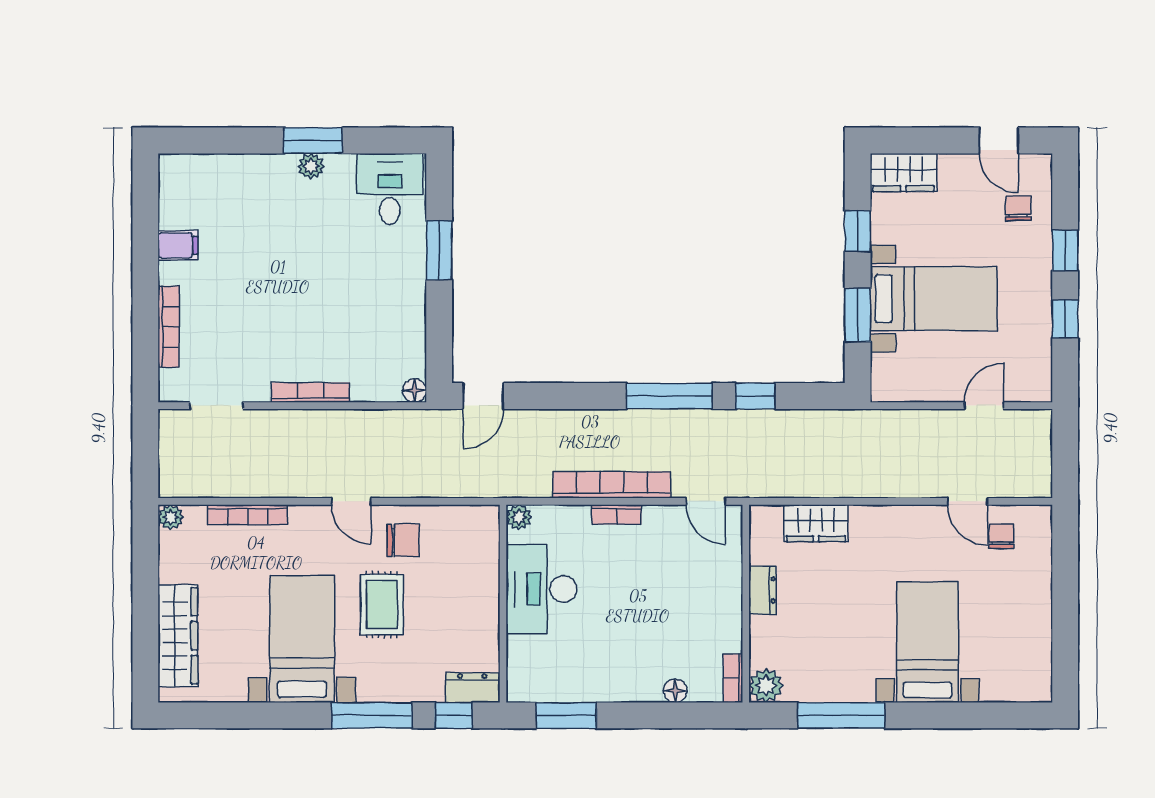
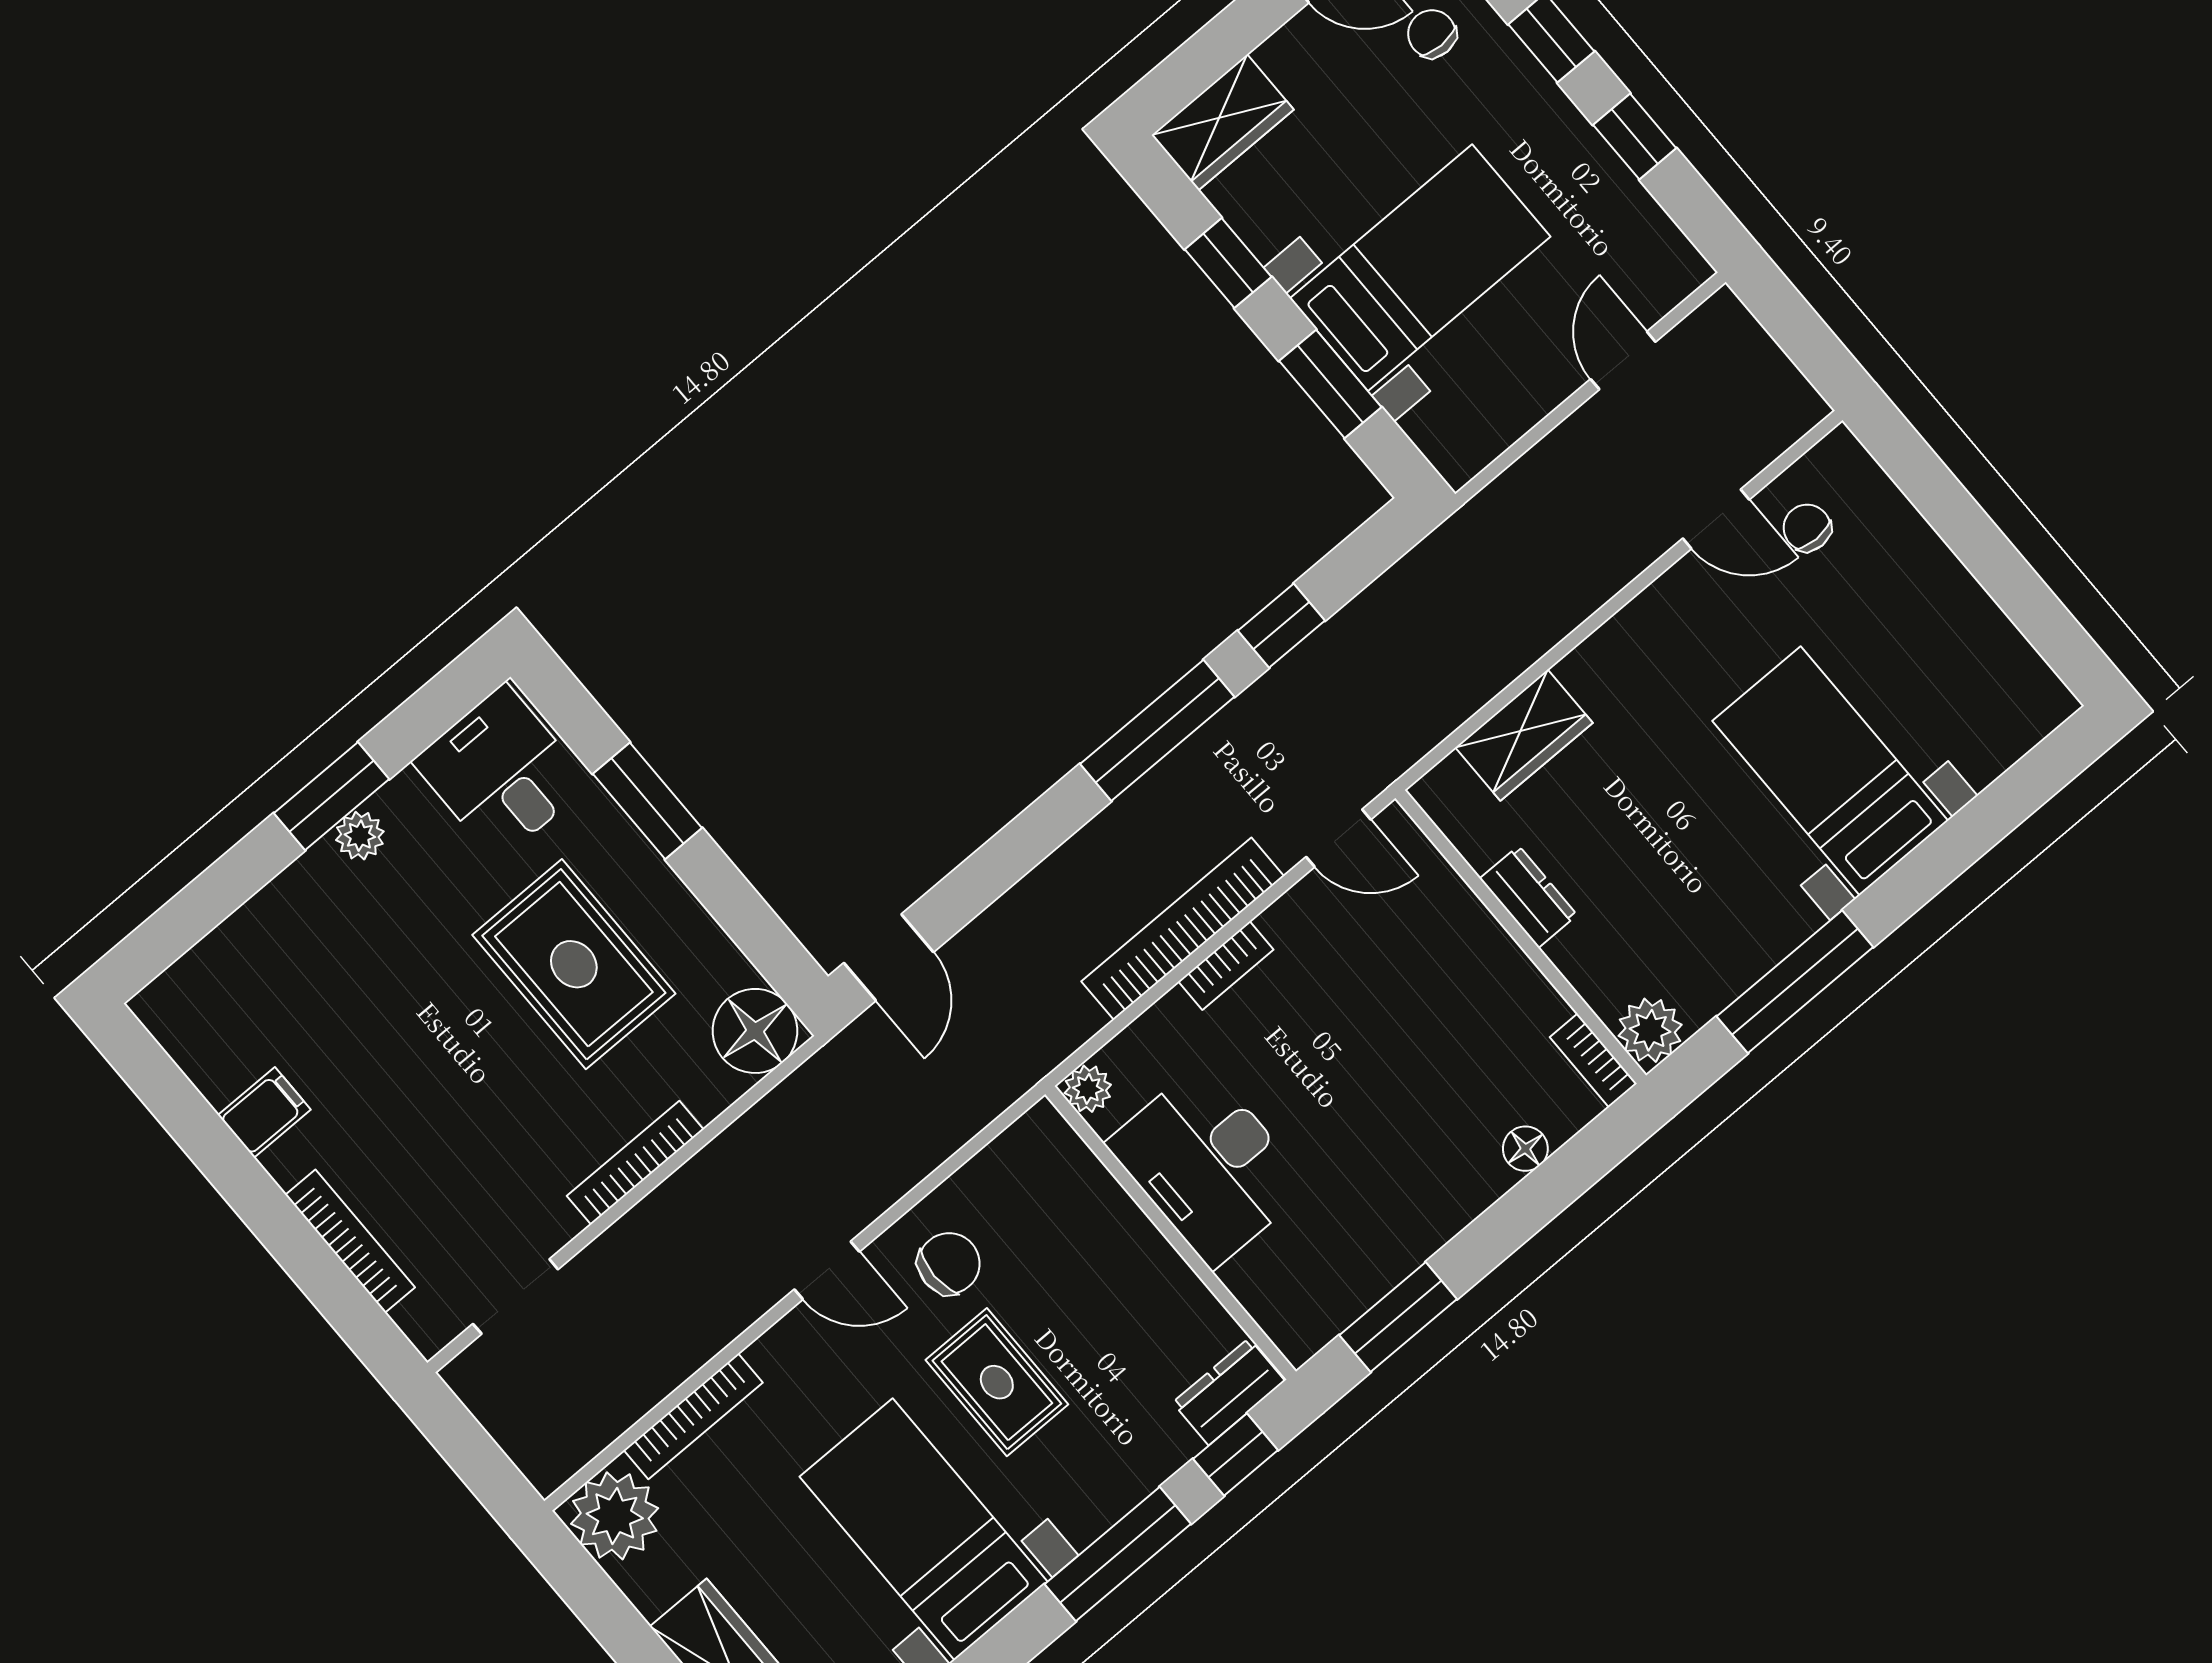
rug: (354, 291) -> (574, 964), added
floor lamp: (415, 391) -> (755, 1031), width x1.89, depth x1.89
plant: (171, 517) -> (615, 1516), width x1.88, depth x1.88

